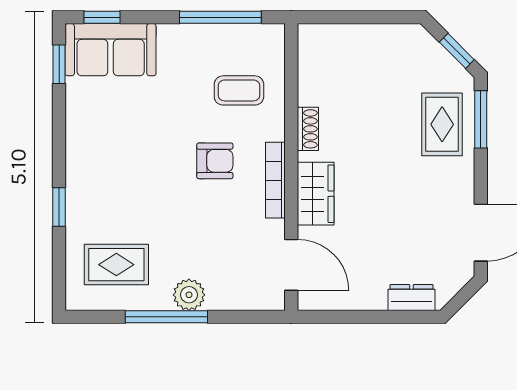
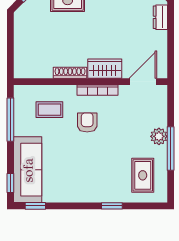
sofa: (111, 50) -> (28, 170), width x1.36
coffee table: (239, 90) -> (49, 110), turned 90
shoe rack: (308, 129) -> (70, 73), width x1.43

